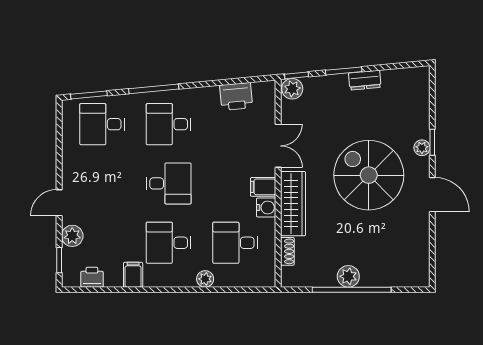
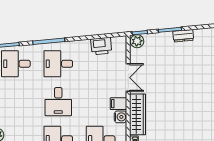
spiral stairs: (369, 175) -> (186, 96), removed
desk: (169, 183) -> (58, 102), turned 90

